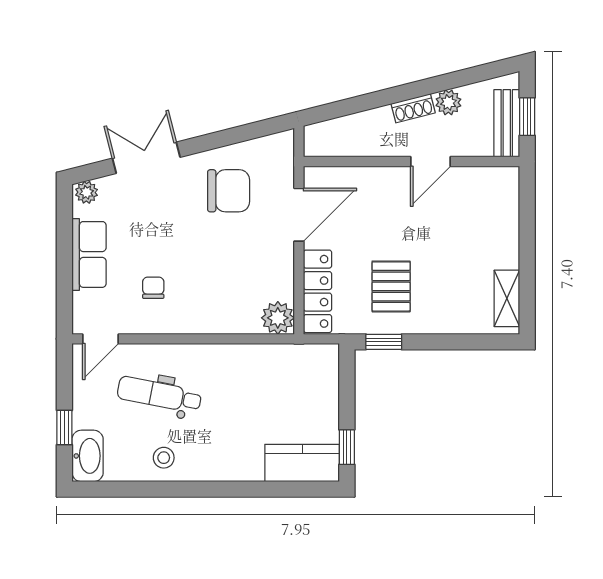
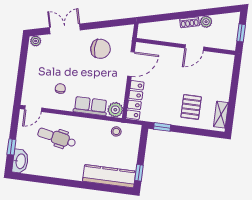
bench: (507, 123) -> (231, 35), removed
row of seats: (89, 254) -> (90, 106), moved, turned -90
pallet: (391, 286) -> (191, 107), moved
stool: (164, 458) -> (116, 131), moved
kitchen counter: (302, 463) -> (109, 176), width x1.50

